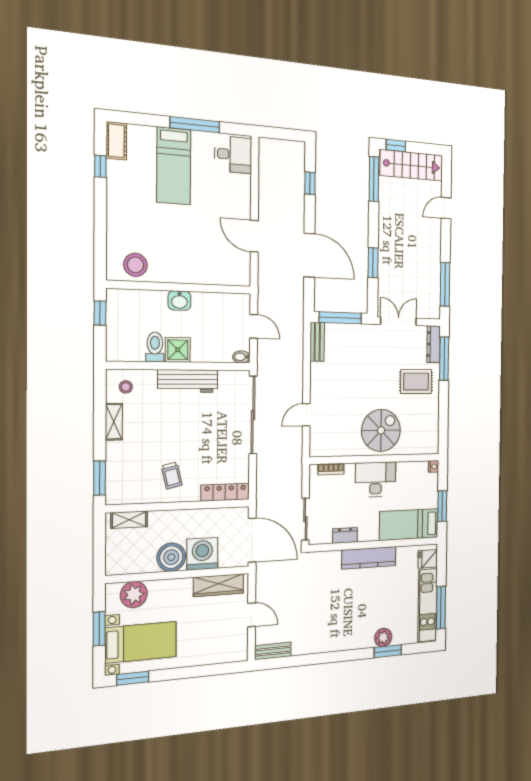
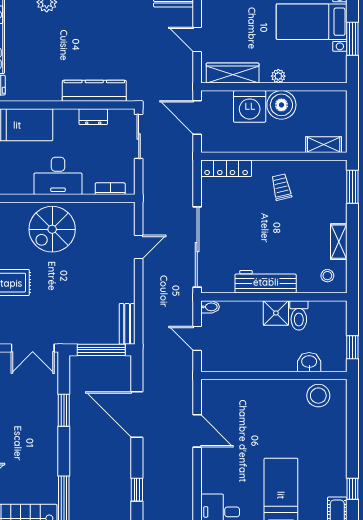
washbasin: (179, 301) -> (309, 362), moved
door: (252, 540) -> (197, 117), width x0.73
kitchen counter: (369, 558) -> (94, 91), moved
plant: (134, 595) -> (278, 76), moved, width x0.53, depth x0.53

